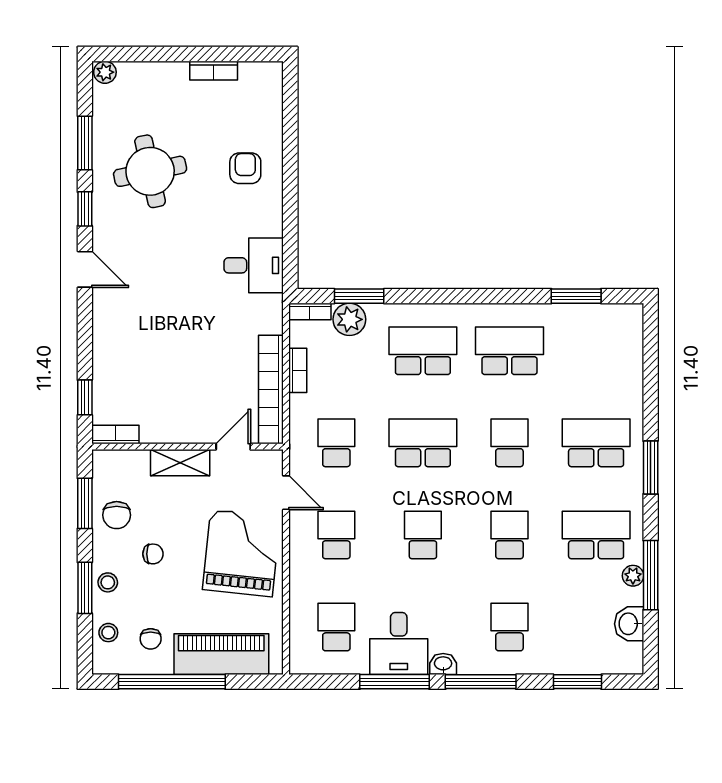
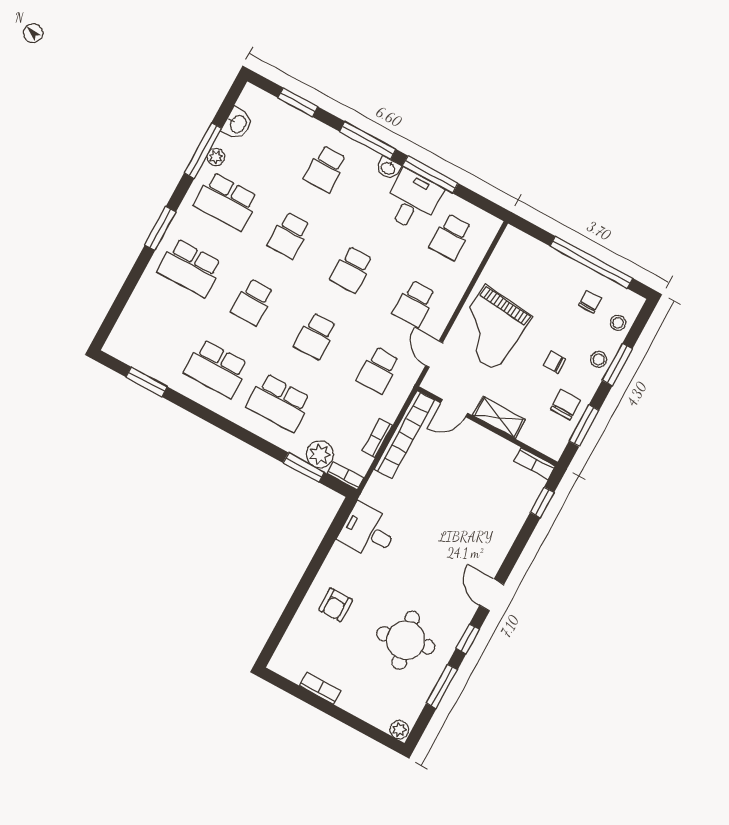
school desk: (423, 443) -> (315, 336), width x0.54
piano: (221, 654) -> (545, 263), removed

